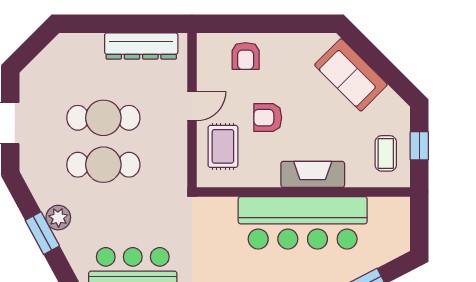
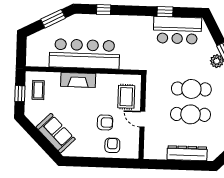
dresser: (141, 46) -> (187, 153), moved
door: (192, 106) -> (142, 119), hinge flipped
armchair: (268, 118) -> (105, 122), moved

